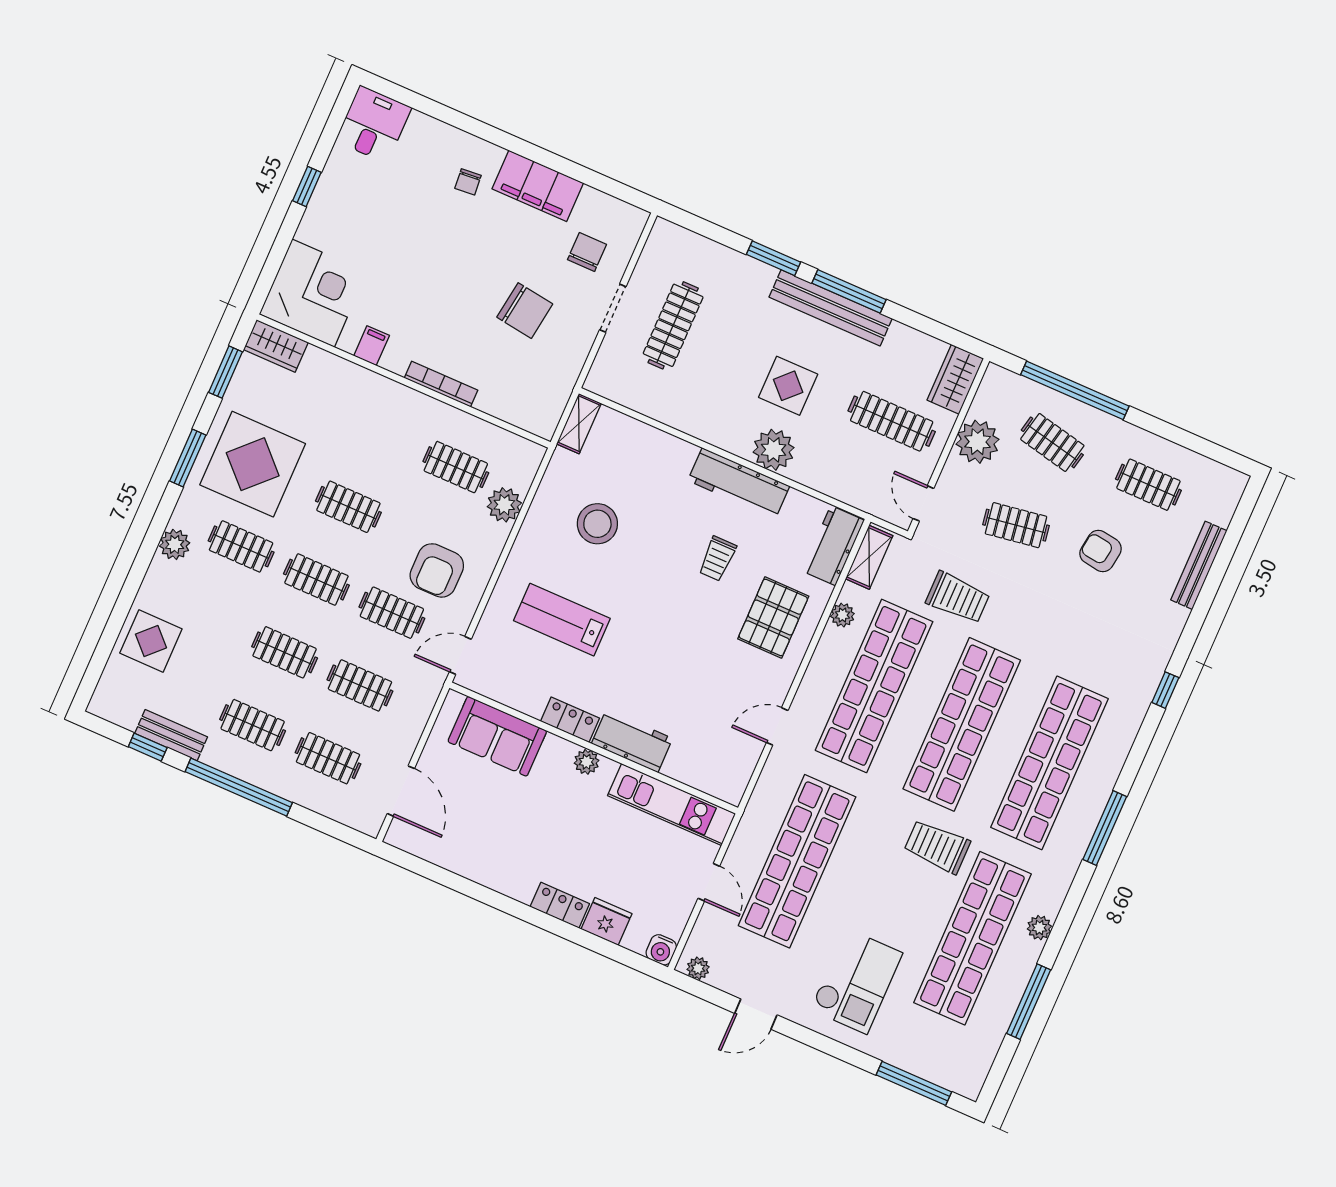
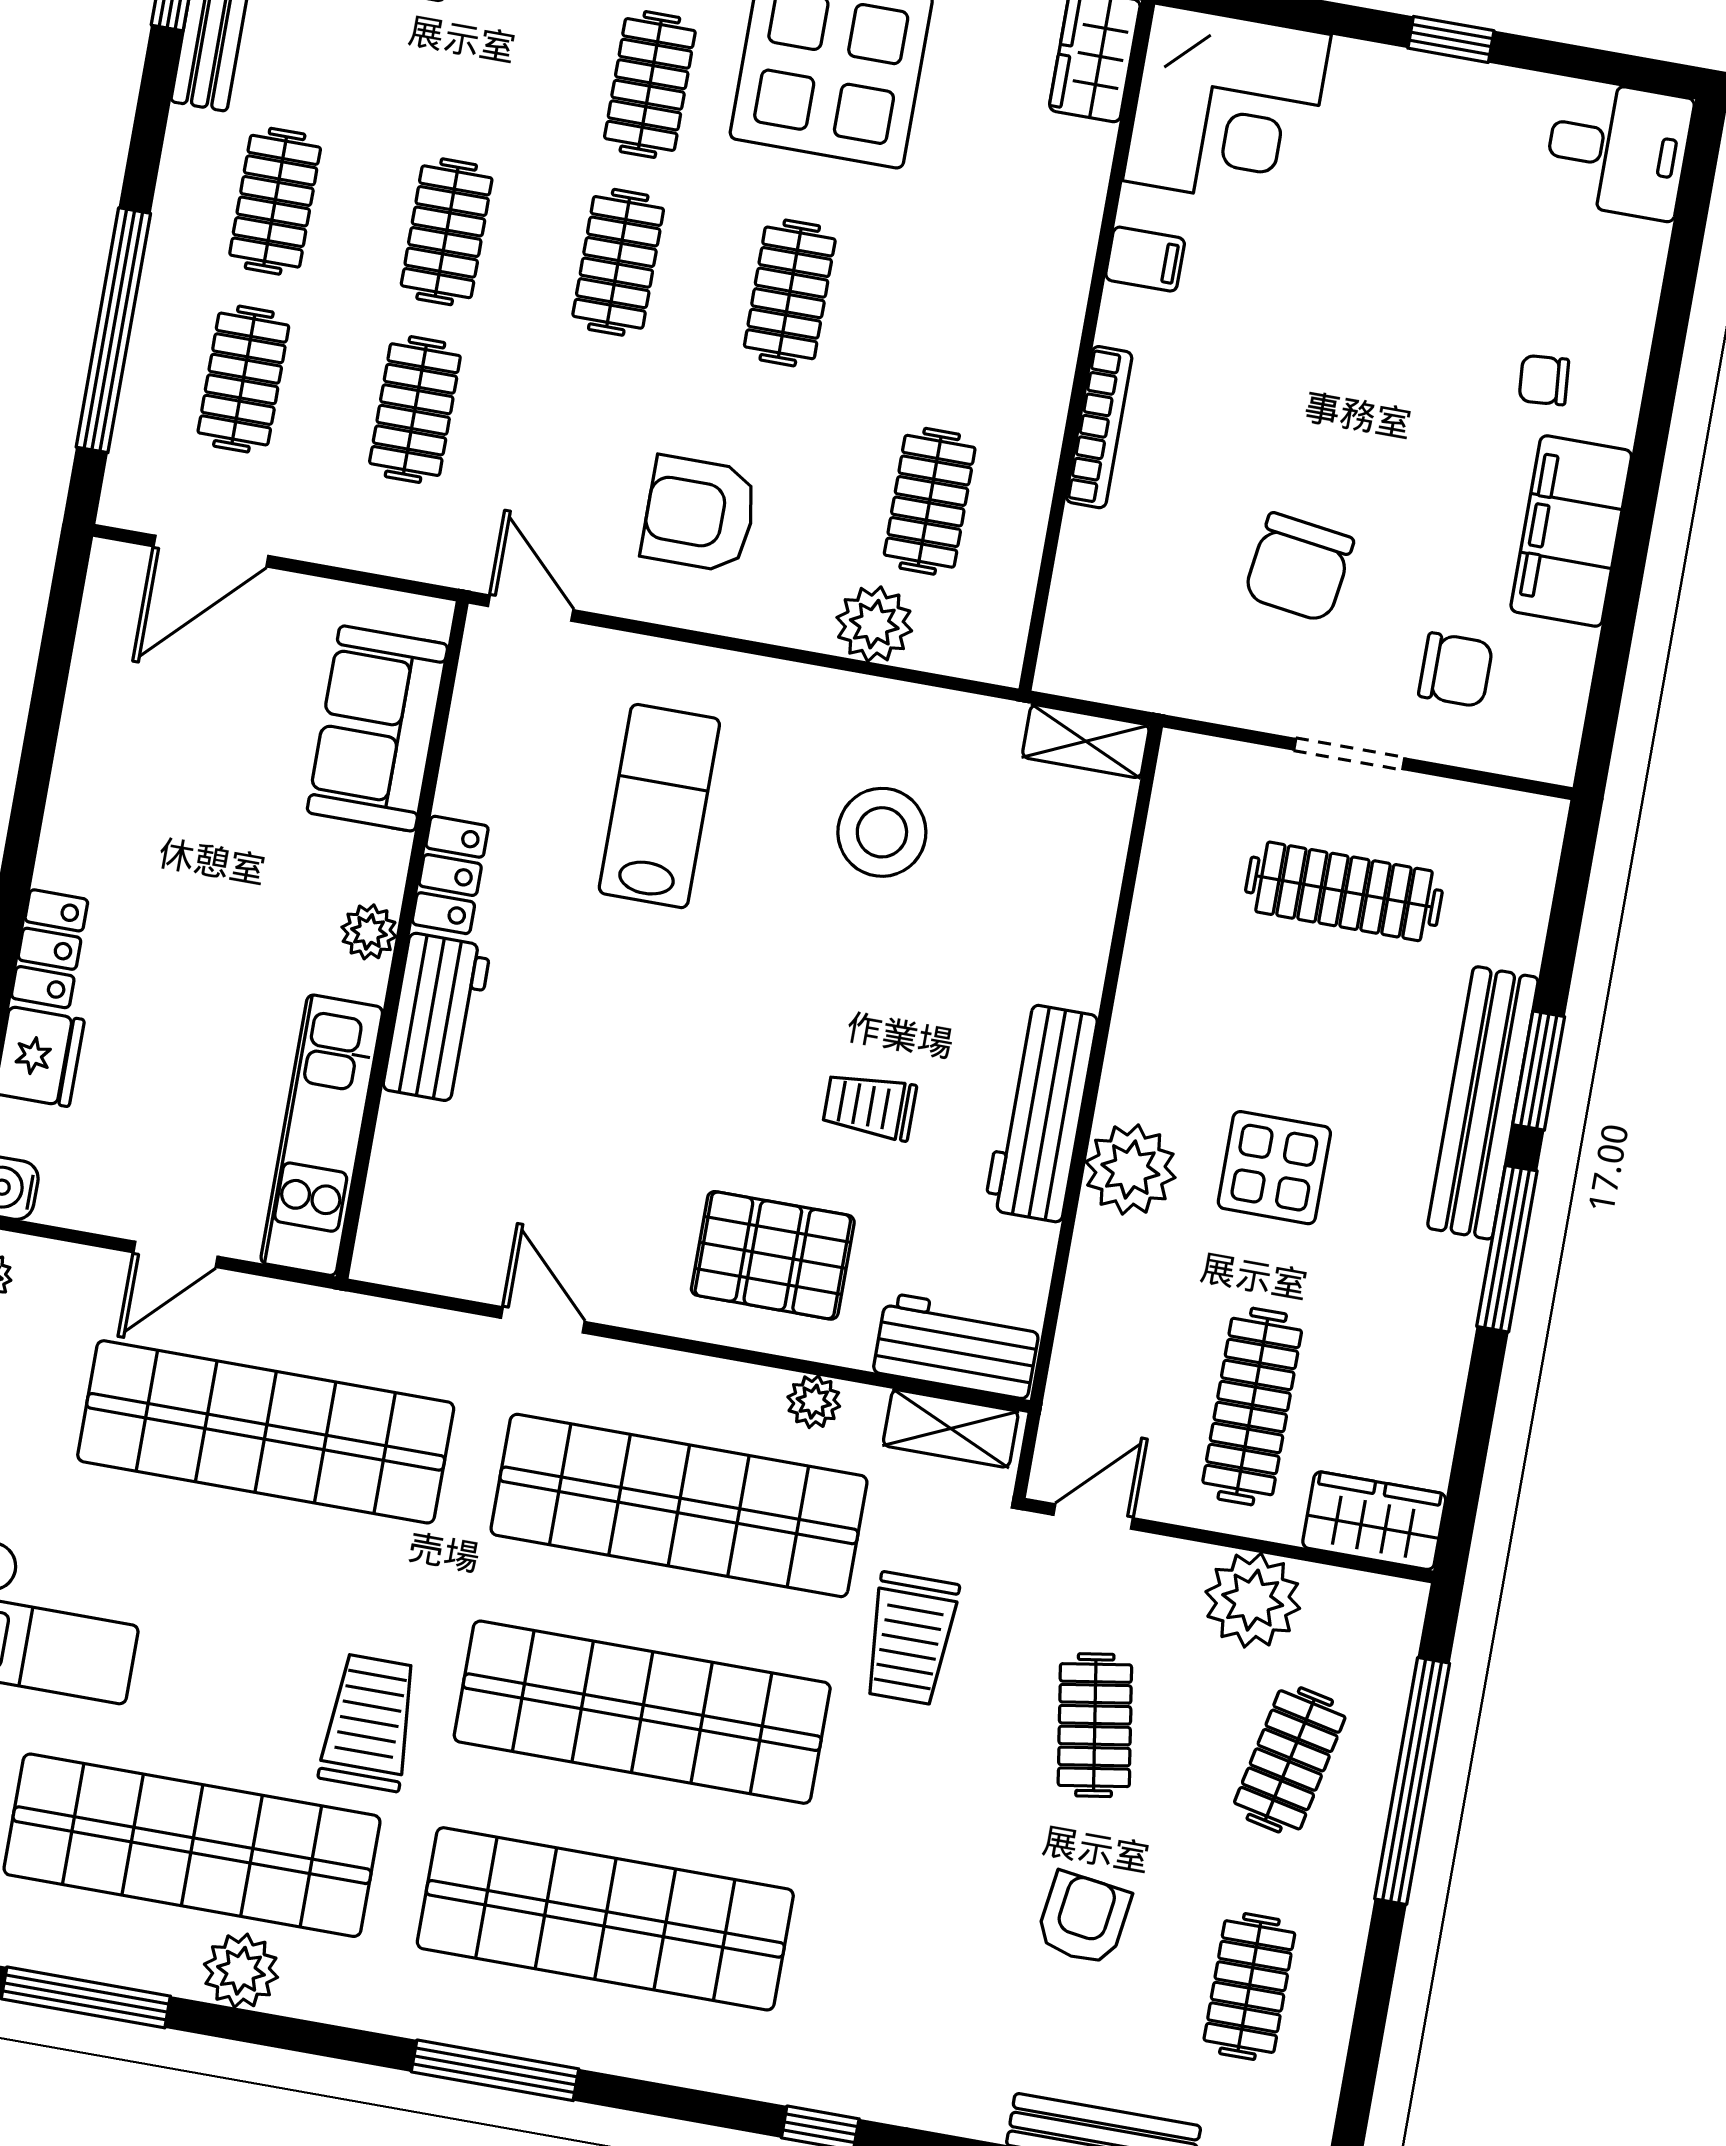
bench: (831, 308) -> (1483, 1103), moved
clothes rail: (392, 613) -> (587, 440), removed
window: (239, 787) -> (113, 330), moved
plant: (1039, 928) -> (241, 1971), width x1.38, depth x1.38

